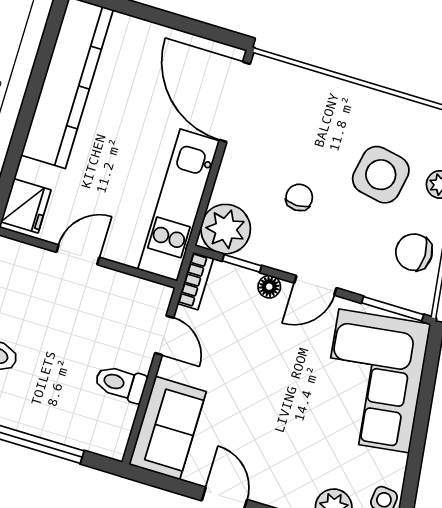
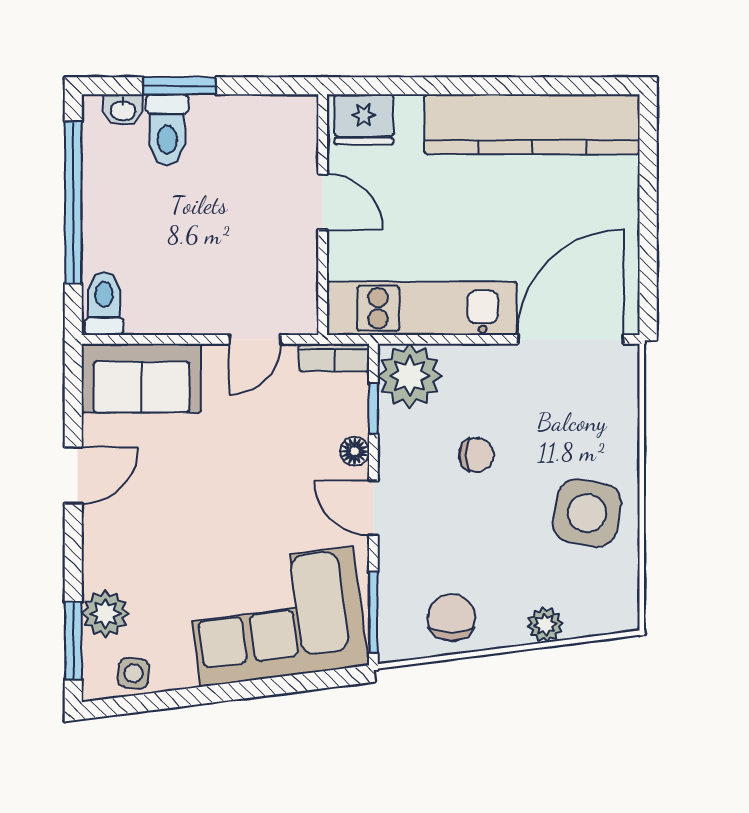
side table: (381, 175) -> (587, 513), moved
toilet: (121, 383) -> (104, 303), moved

